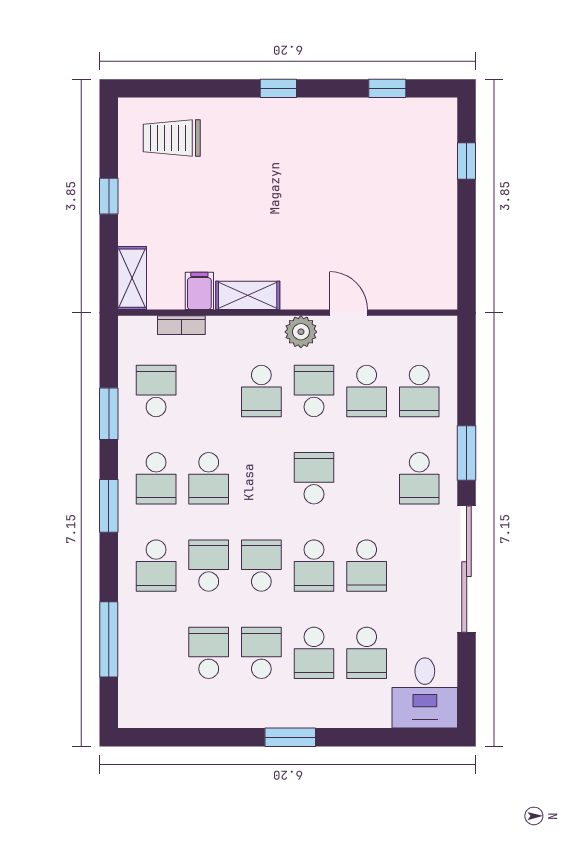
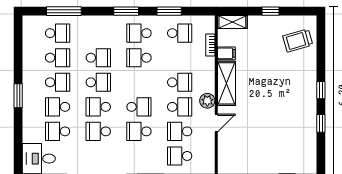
window: (387, 88) -> (321, 123), moved
trolley: (172, 138) -> (298, 40), turned -106
shelving: (248, 295) -> (227, 83), width x1.50, depth x1.33
school desk: (261, 391) -> (180, 82), turned 180
school desk: (419, 478) -> (139, 131), moved
school desk: (156, 566) -> (58, 33), moved, turned 180

